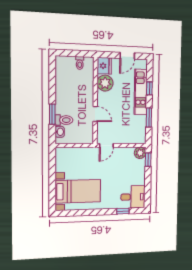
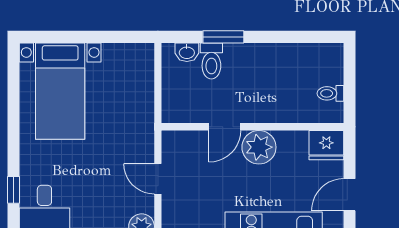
door: (127, 56) -> (349, 195), hinge flipped
plant: (105, 83) -> (259, 147), moved
door: (106, 145) -> (158, 179), moved

